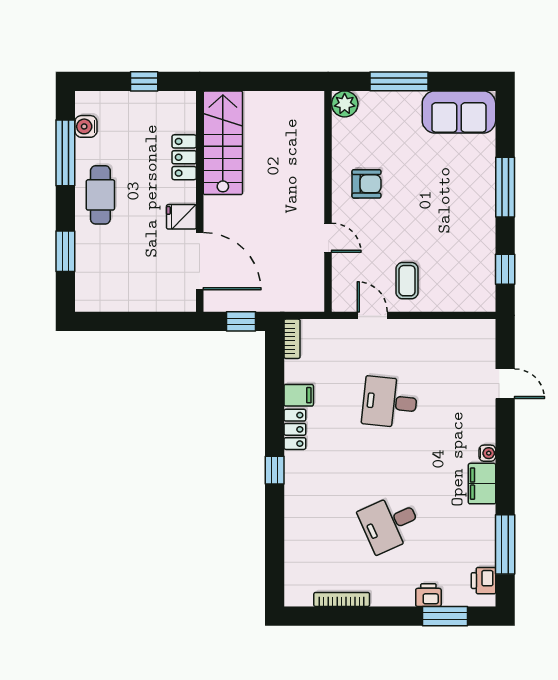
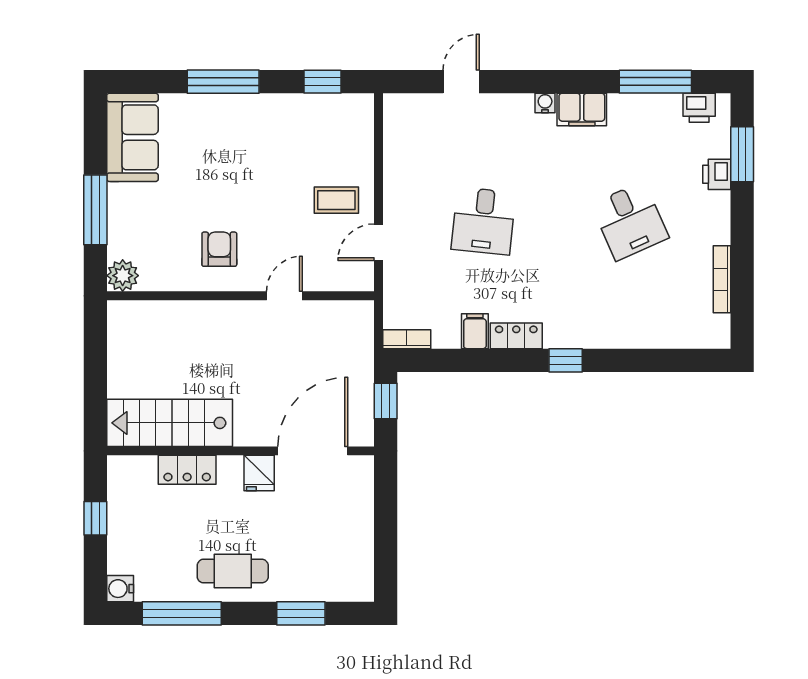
water cooler: (86, 126) -> (120, 589), moved, turned 90

